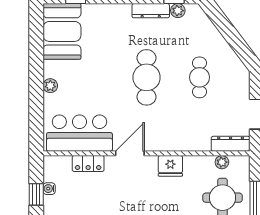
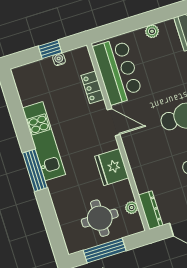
fridge: (170, 166) -> (112, 167), width x1.36, depth x1.34

